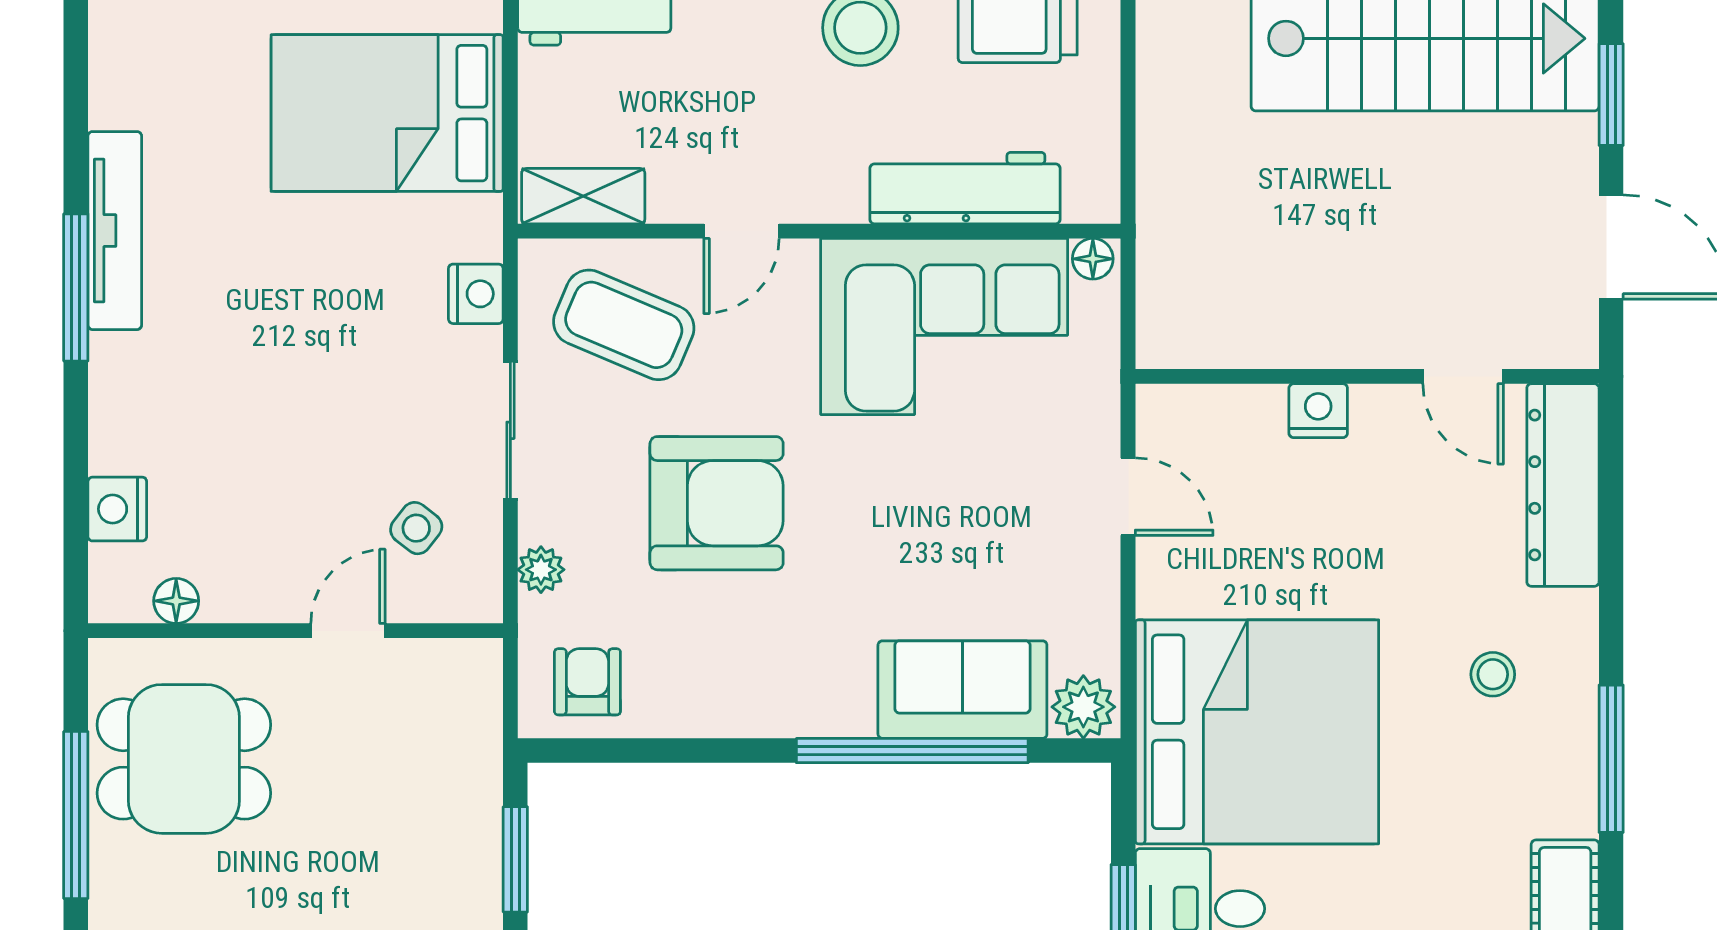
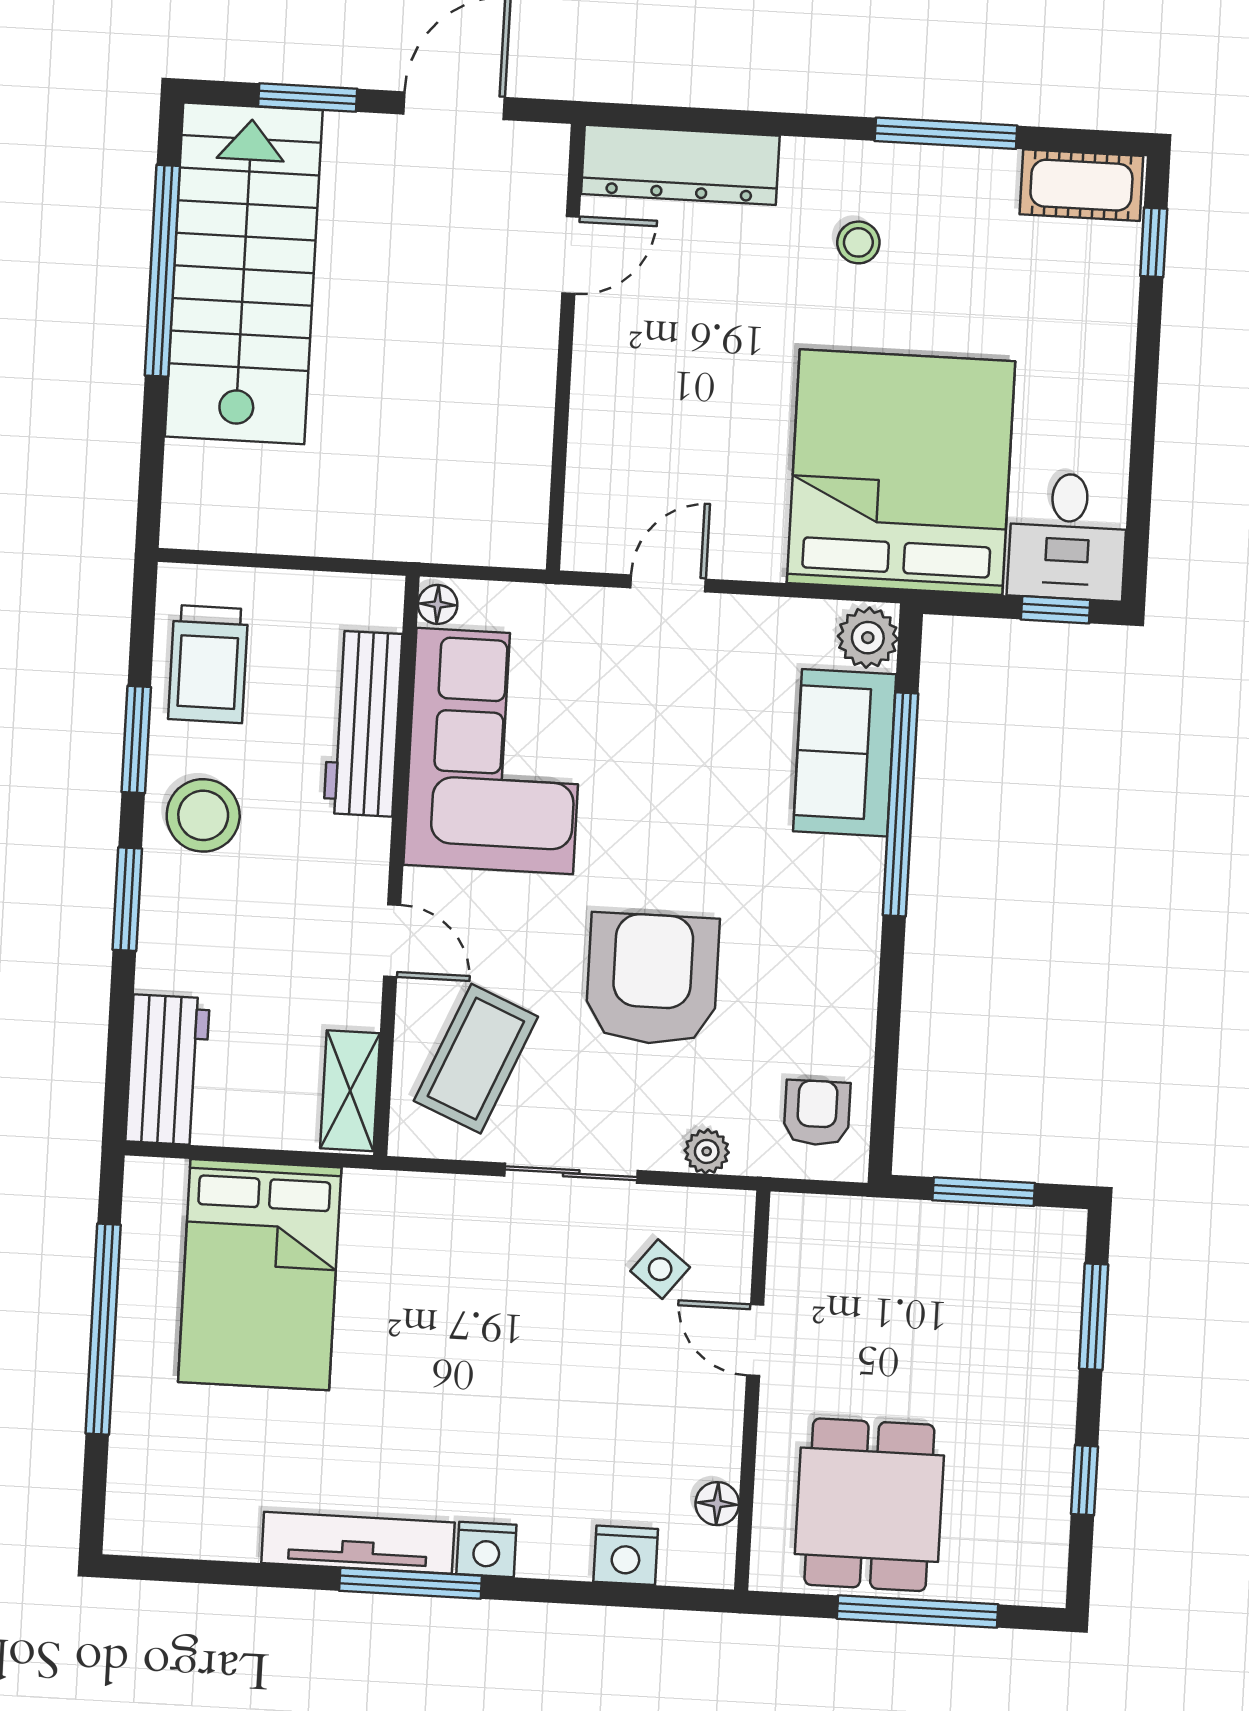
nightstand: (476, 294) -> (486, 1549), moved, turned 180
nightstand: (1318, 411) -> (596, 396), removed
armchair: (587, 682) -> (817, 1113), turned 90

